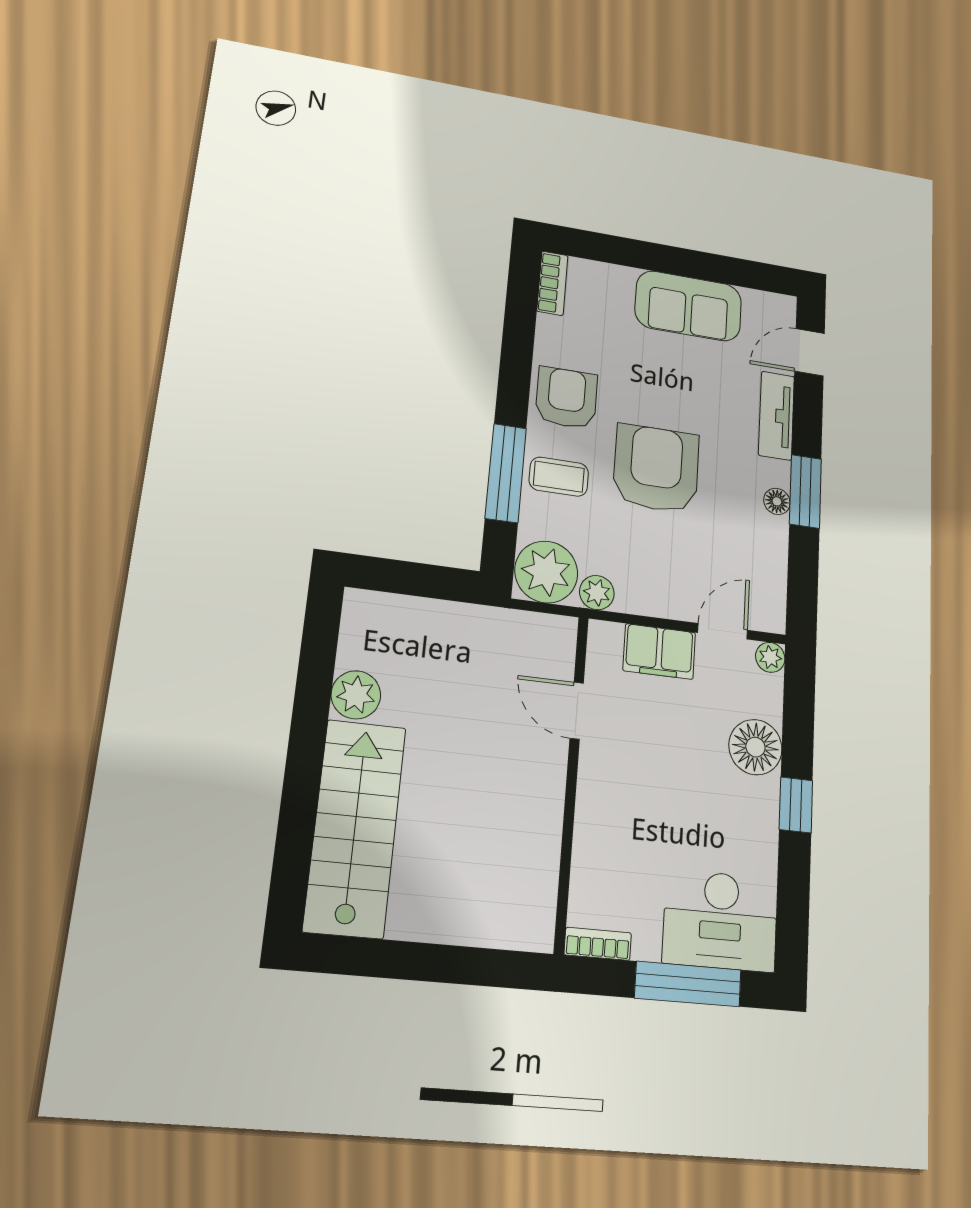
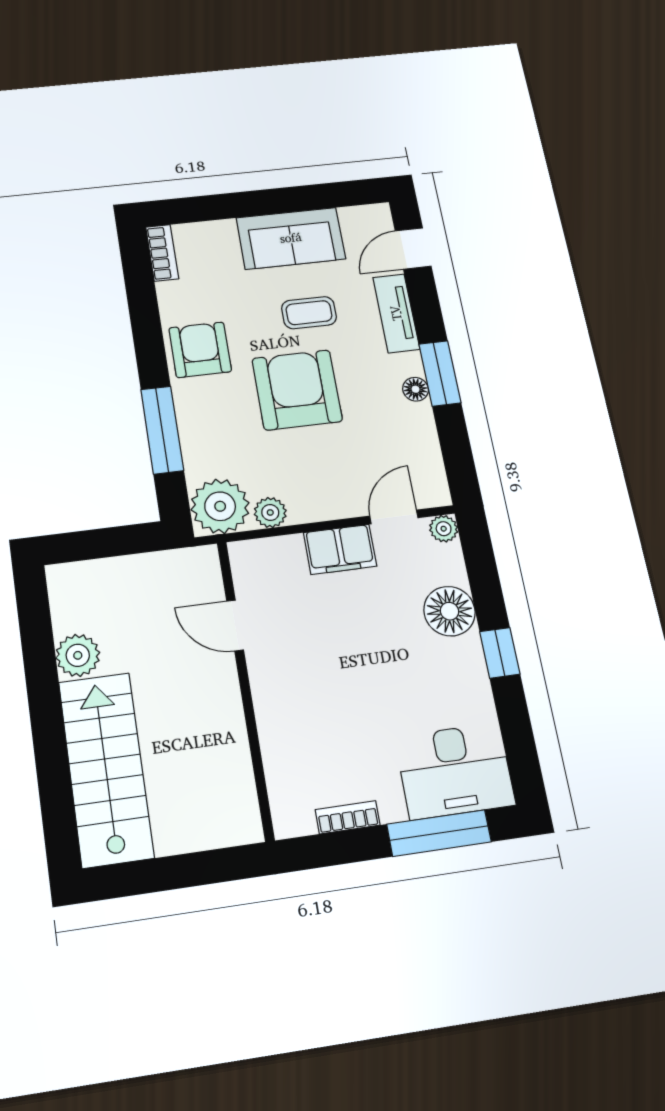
coffee table: (559, 477) -> (309, 313), moved
door: (577, 711) -> (235, 625), moved
wall: (571, 781) -> (245, 688), moved

